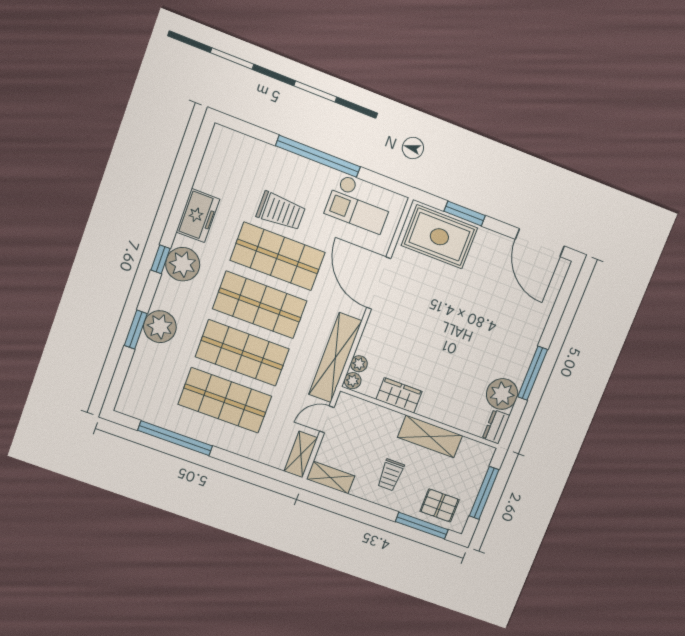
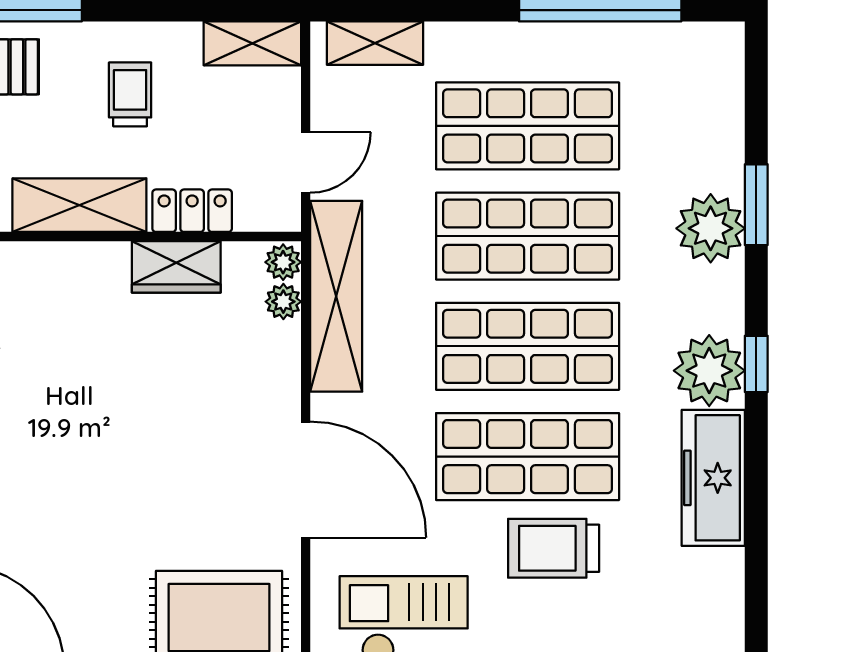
freezer: (198, 216) -> (713, 478), width x1.40
locker: (383, 417) -> (192, 211), added
shelving: (301, 454) -> (375, 43), moved, turned 90

